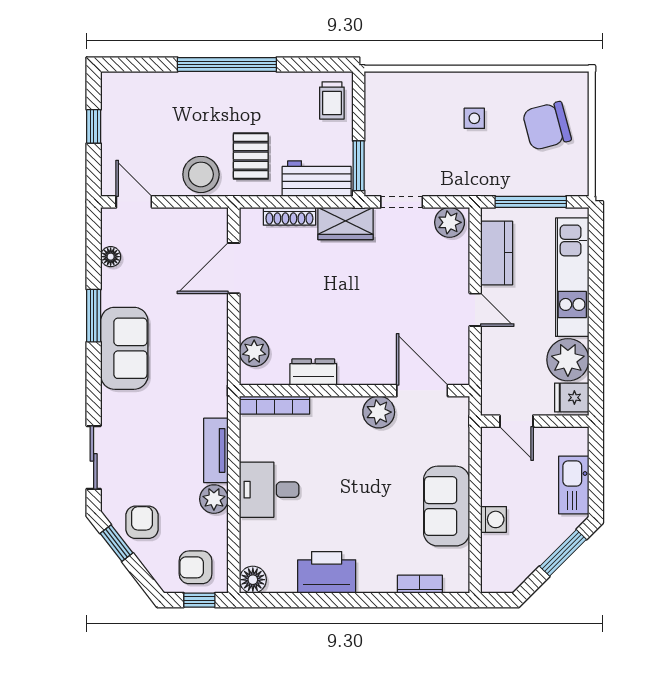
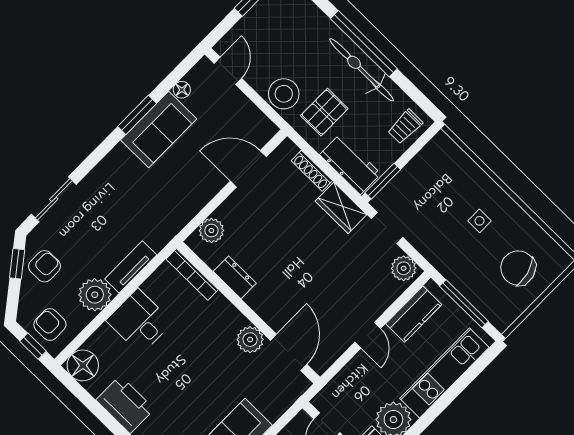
bicycle: (247, 89) -> (362, 70), added
sofa: (124, 348) -> (159, 129), moved
plant: (214, 499) -> (95, 295), width x1.36, depth x1.36
floor lamp: (253, 580) -> (83, 365), width x1.38, depth x1.38

